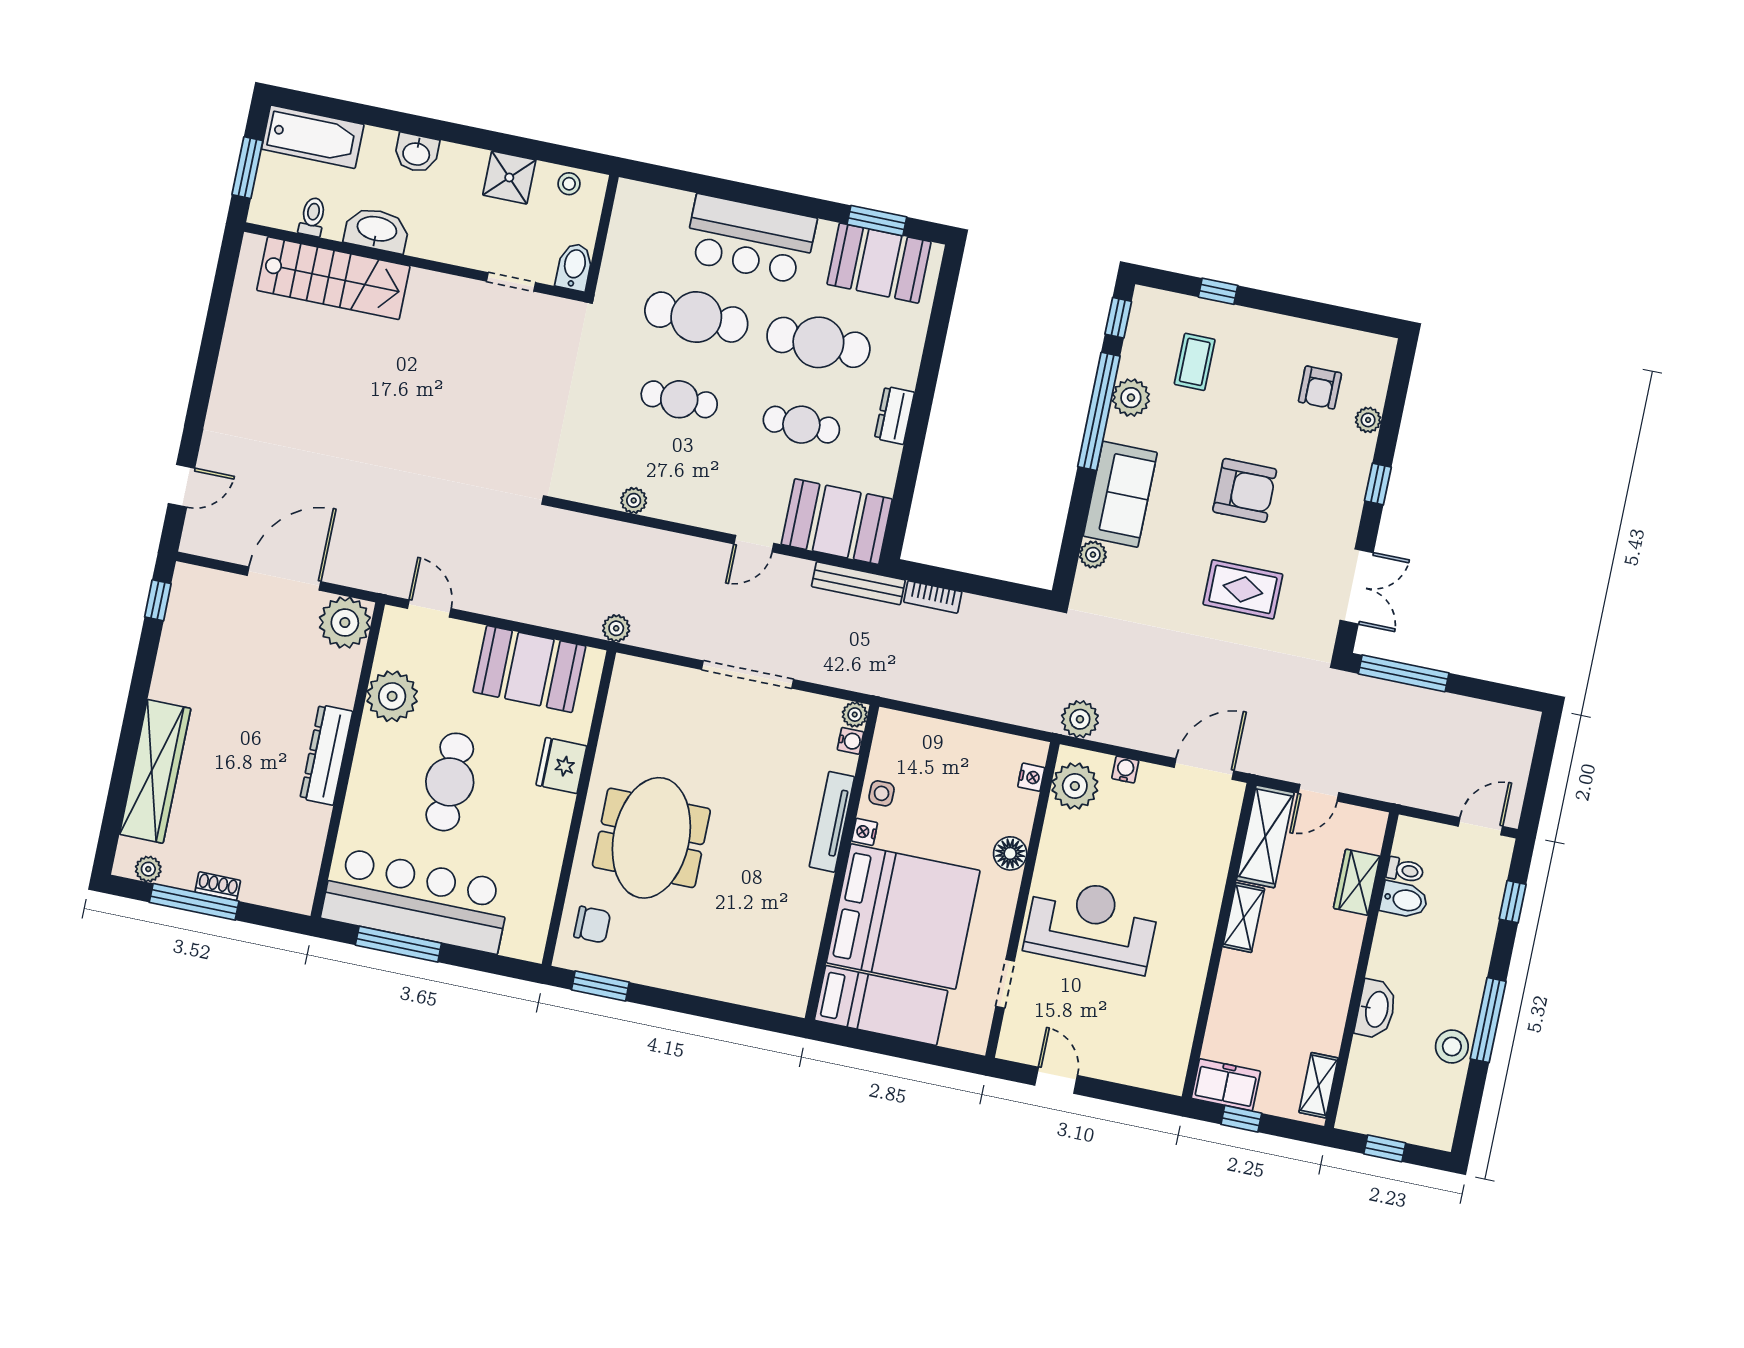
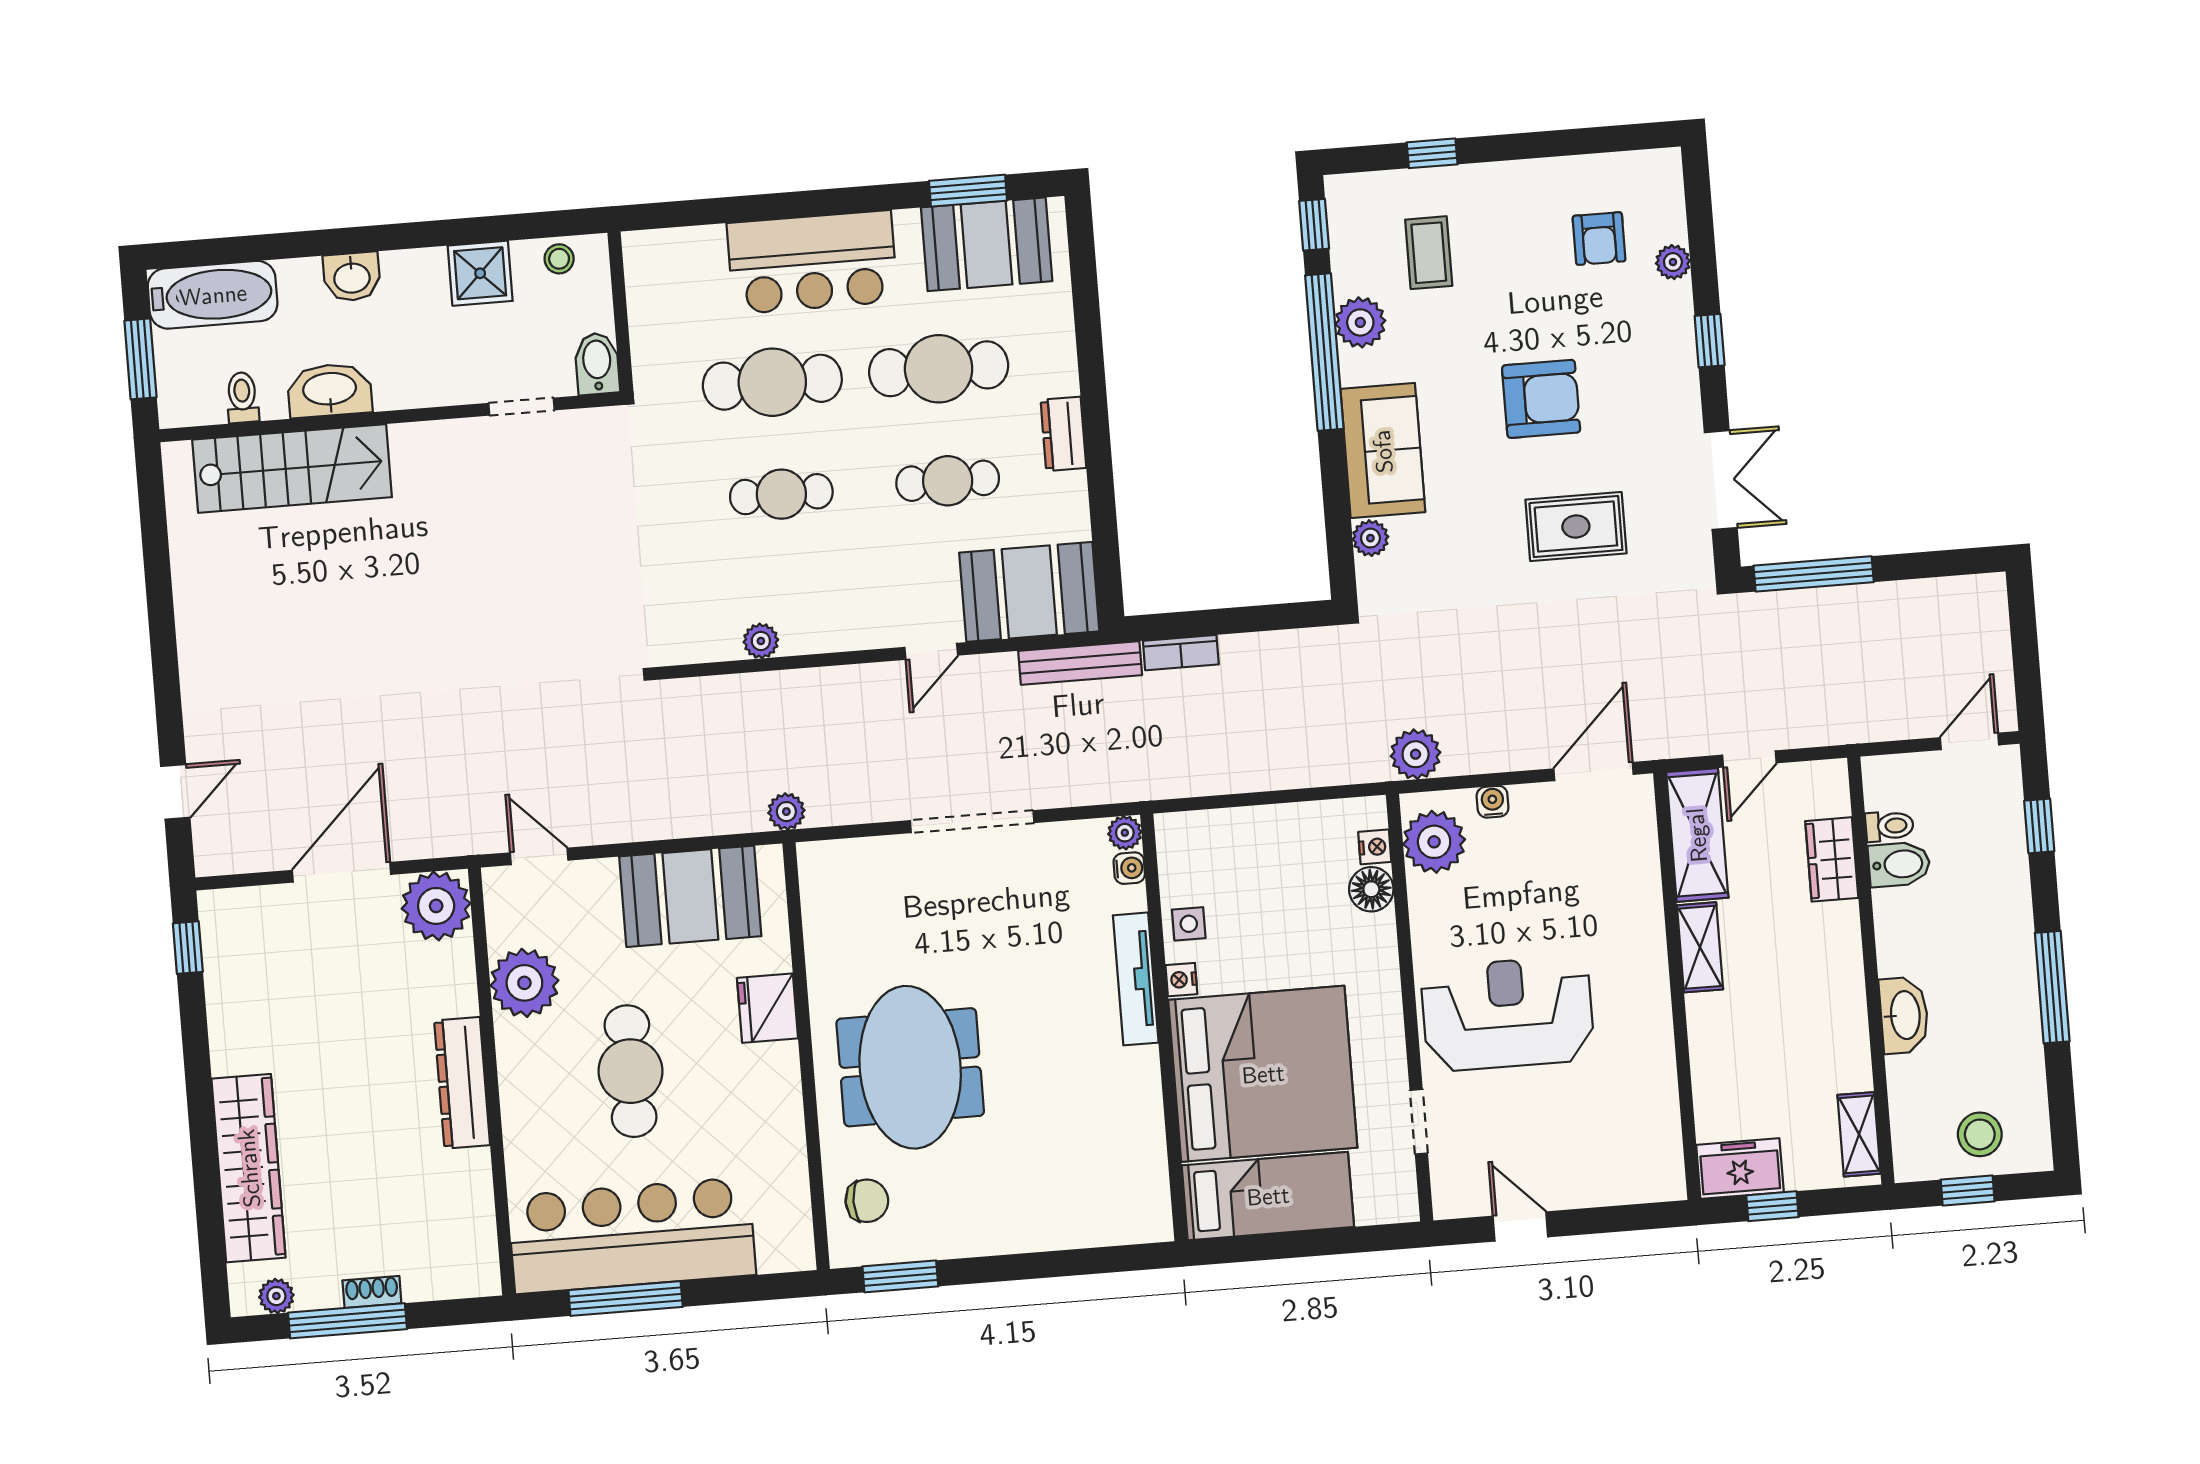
floor lamp: (1010, 853) -> (1371, 889), moved
stool: (1452, 1046) -> (1980, 1134), moved

